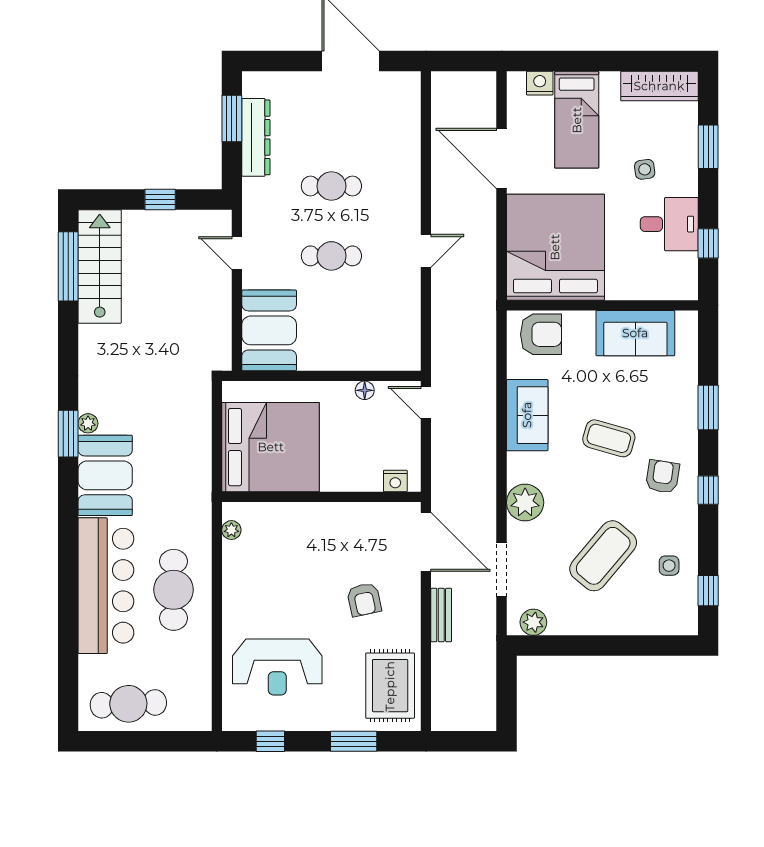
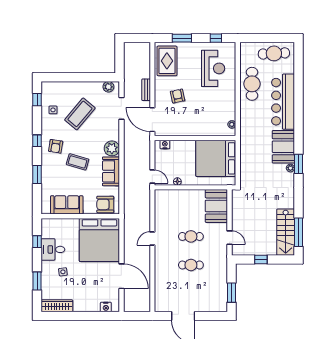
bed: (577, 120) -> (91, 292), removed
dresser: (256, 137) -> (222, 285), removed
plant: (525, 502) -> (112, 148), moved
cafe table: (174, 590) -> (252, 84), moved
reception desk: (277, 667) -> (213, 68), turned 90

